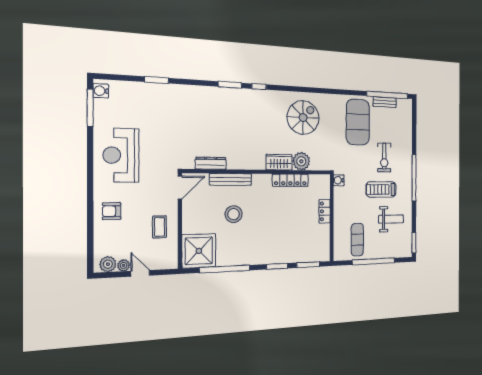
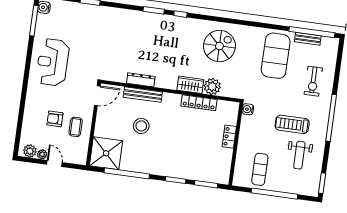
exercise bike: (384, 158) -> (313, 81), moved
dresser: (211, 163) -> (141, 80), moved
armchair: (112, 211) -> (55, 119), moved
weight bench: (391, 219) -> (299, 155), turned 90

